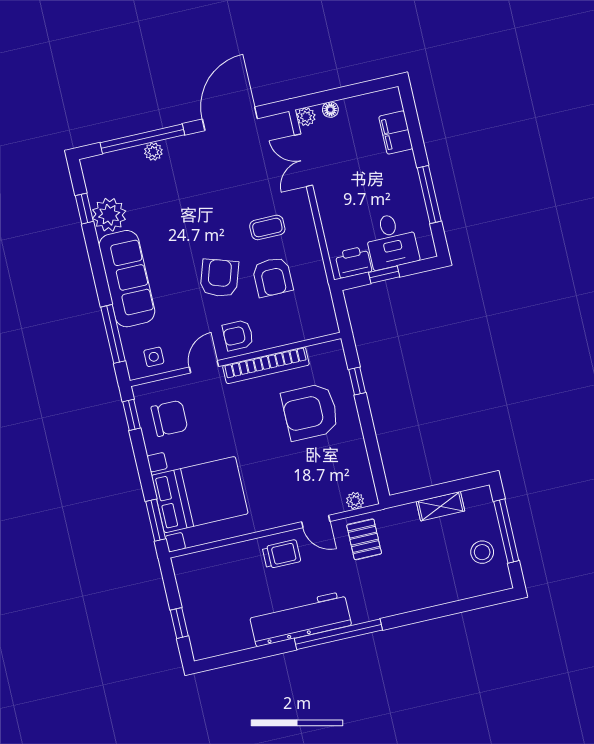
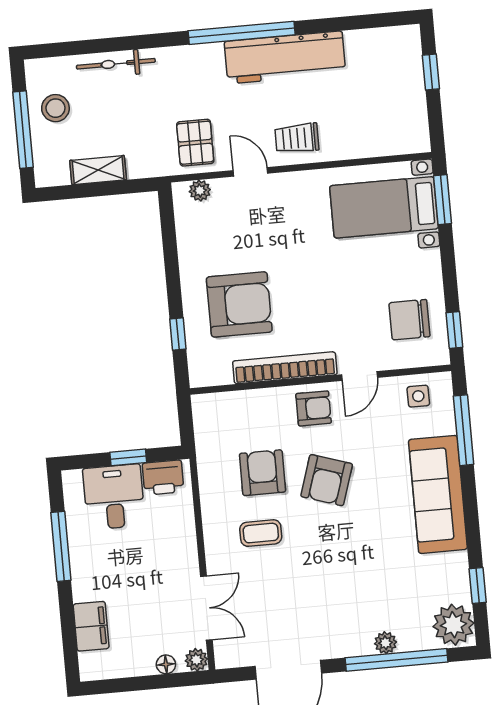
plant: (109, 215) -> (453, 625), moved
bed with nightstands: (200, 495) -> (384, 207), width x0.73
bicycle: (438, 595) -> (116, 64), added

